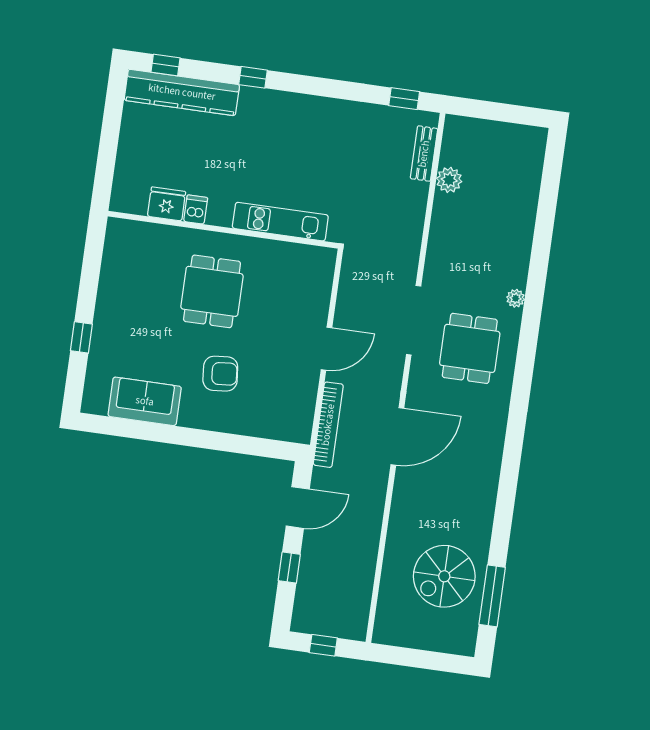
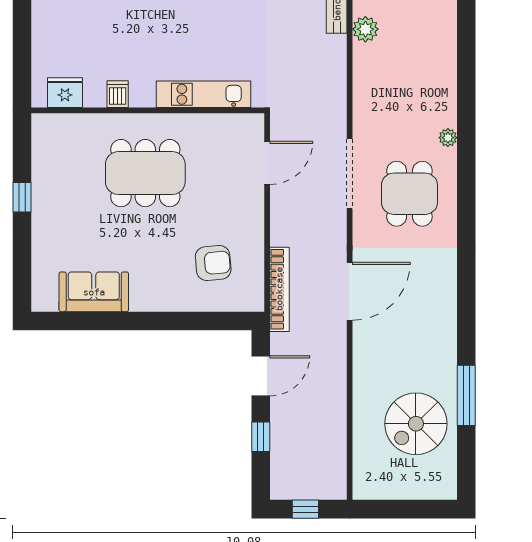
fridge: (167, 204) -> (65, 93), moved
dining table: (212, 291) -> (145, 173), width x1.38
window: (81, 337) -> (22, 197), moved
door: (326, 349) -> (267, 163), moved
armchair: (220, 374) -> (213, 263), moved
window: (492, 596) -> (466, 395), moved

